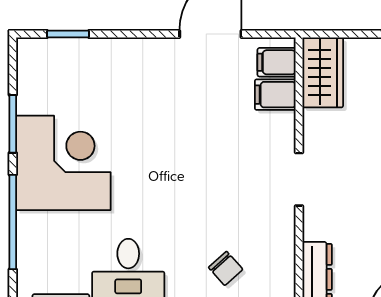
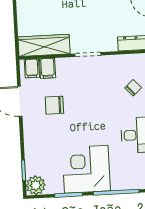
plant: (36, 57) -> (36, 185), added
wardrobe: (323, 72) -> (44, 45), width x1.50
chair: (199, 105) -> (54, 105), added

